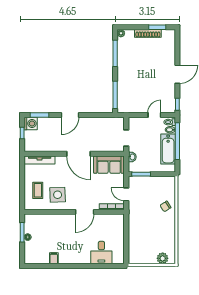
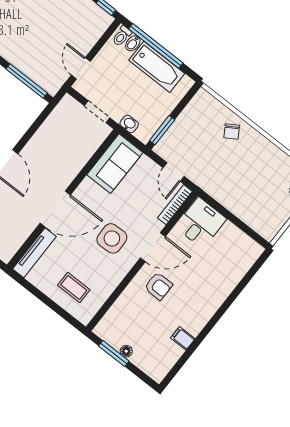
door: (154, 115) -> (81, 68), moved
door: (78, 154) -> (55, 209), moved
door: (126, 194) -> (174, 172), hinge flipped
side table: (58, 195) -> (112, 238), moved
door: (85, 212) -> (153, 247), hinge flipped
armchair: (69, 228) -> (158, 286), added
desk: (101, 253) -> (201, 223), moved, turned -90

